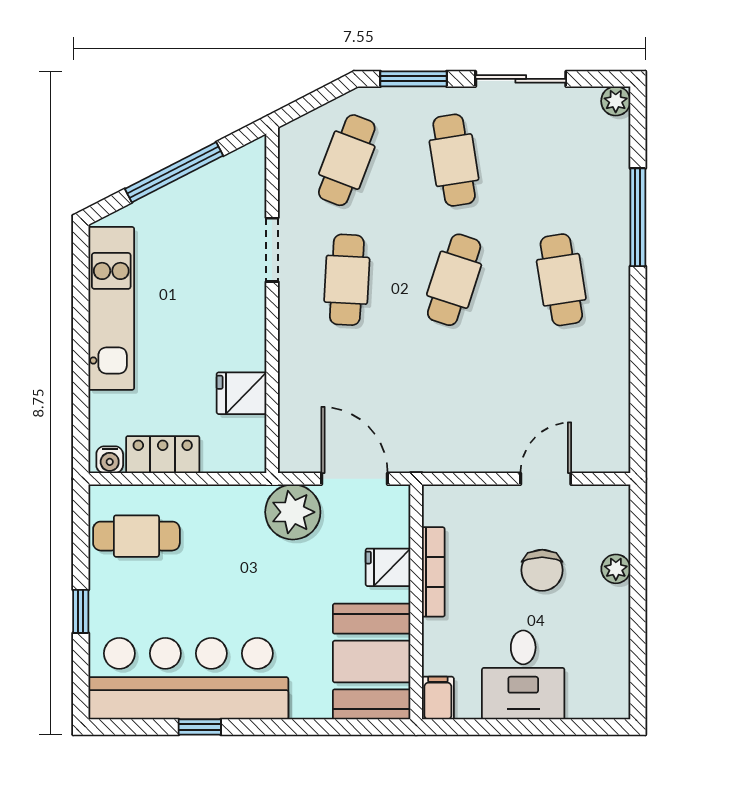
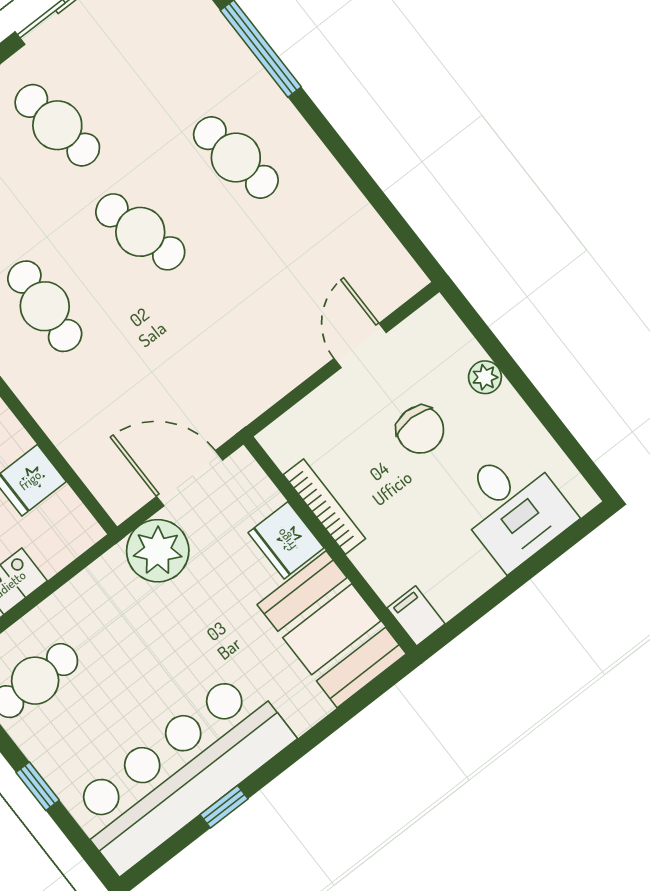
cafe table: (454, 280) -> (140, 232), turned -33
fridge: (388, 567) -> (286, 540), width x1.38
desk: (523, 675) -> (513, 507), moved

